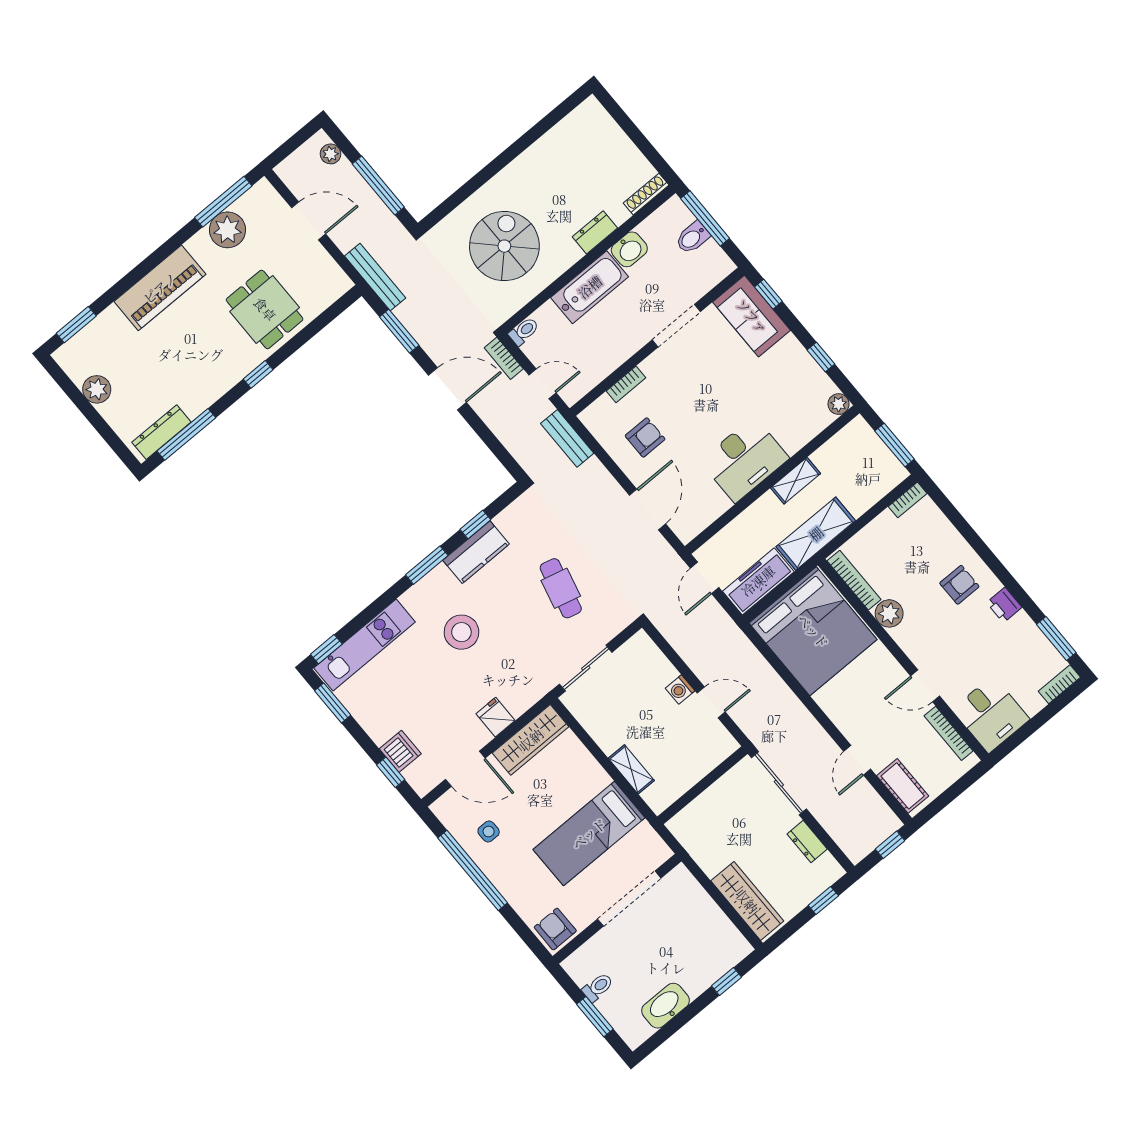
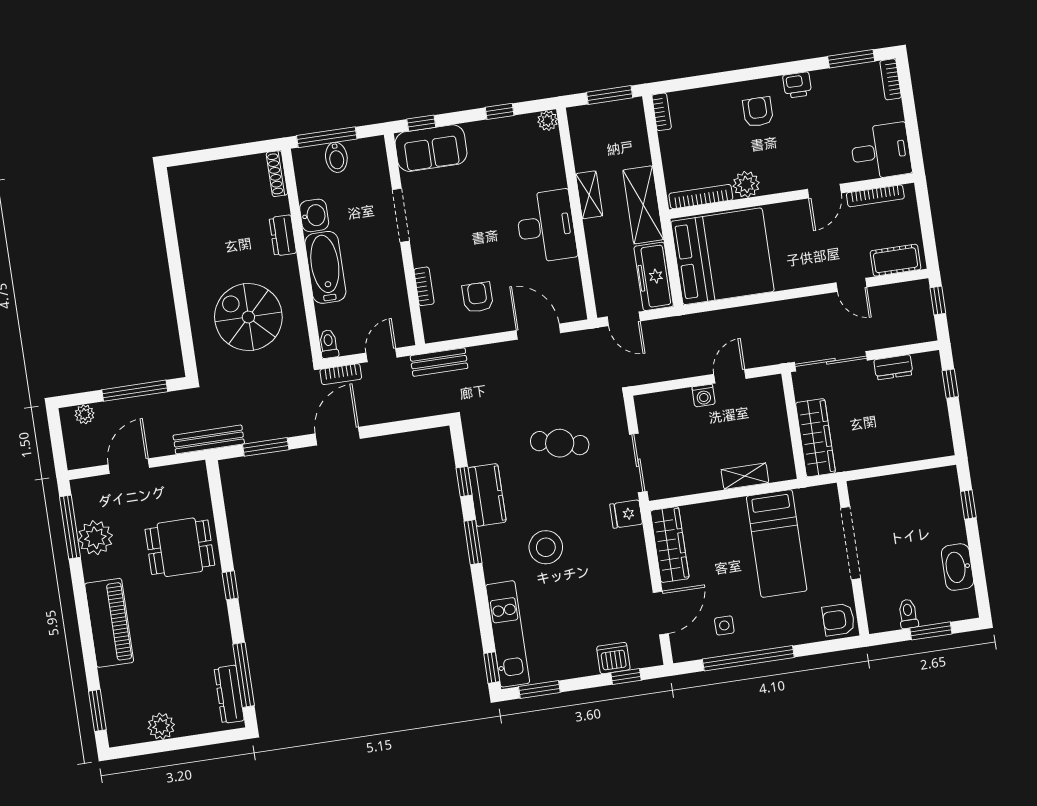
fridge: (495, 717) -> (626, 514), moved
wardrobe: (747, 901) -> (815, 438), moved, turned 90

